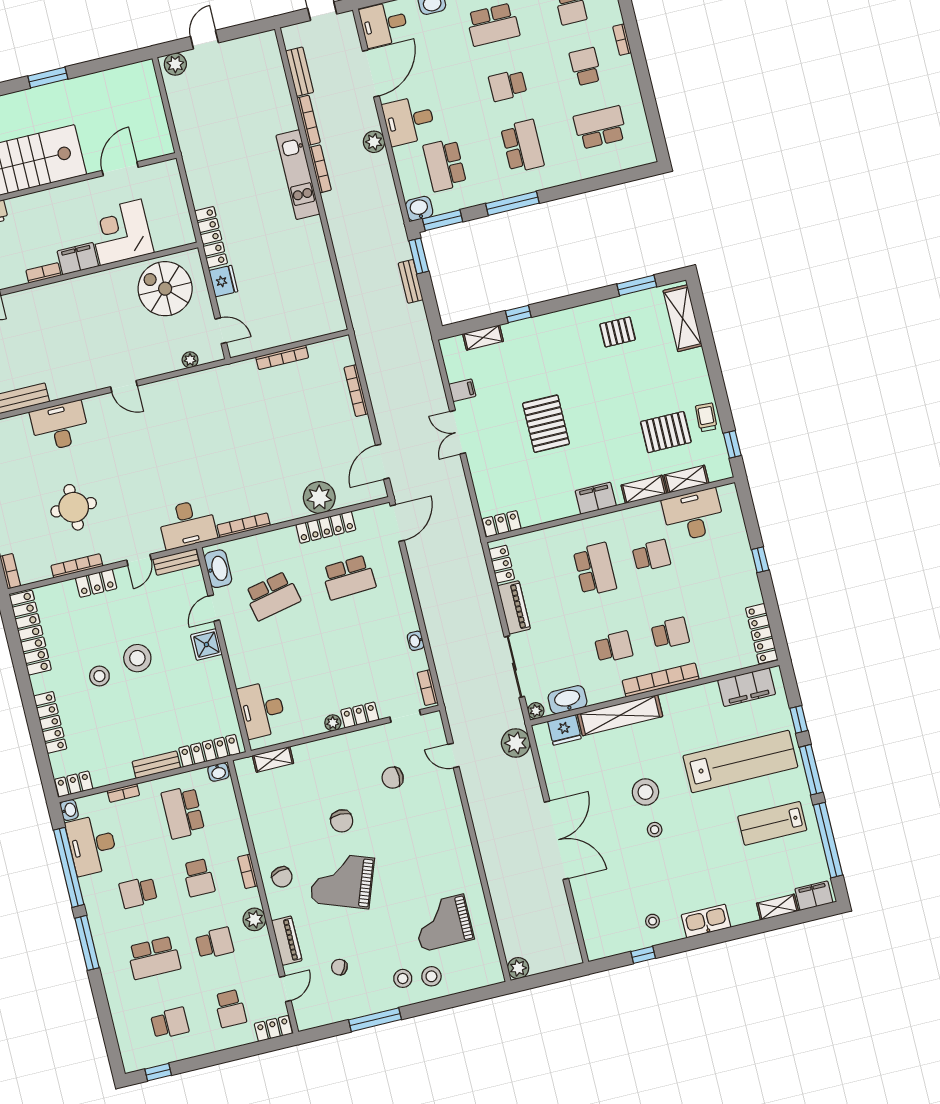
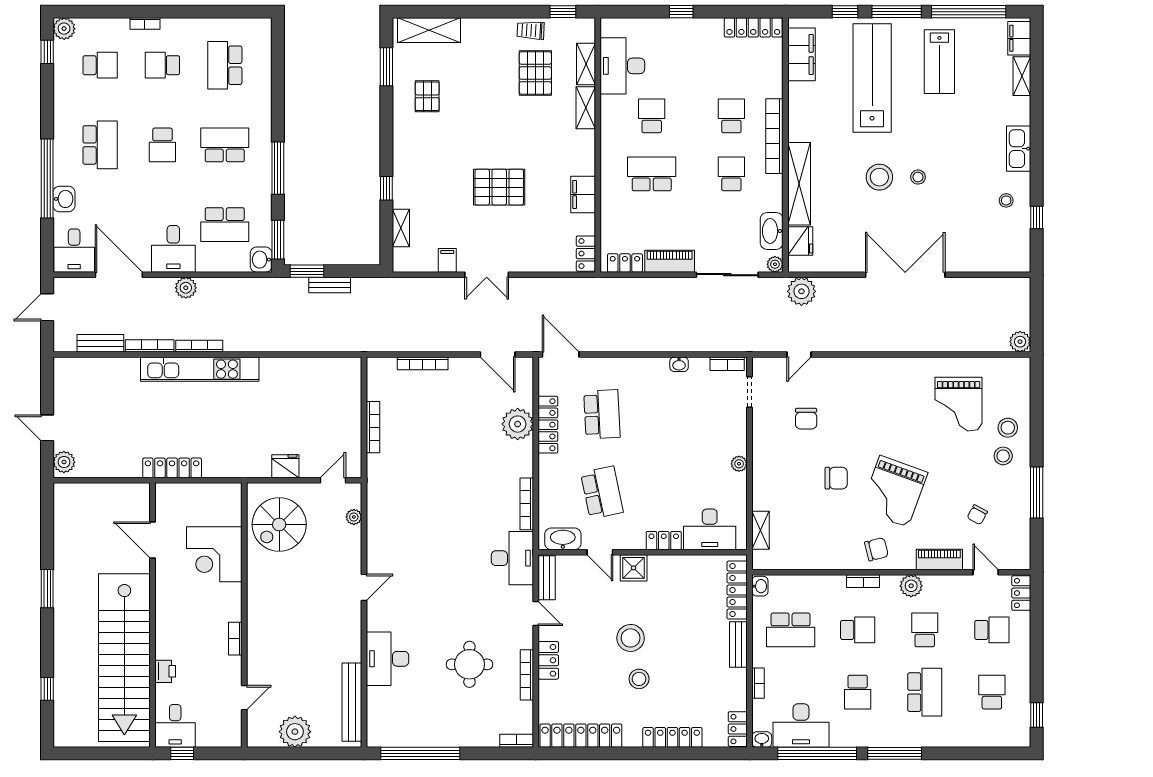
kitchen unit: (298, 175) -> (200, 369), width x1.36
locker: (211, 237) -> (172, 468), moved
filing cabinet: (78, 259) -> (230, 602), removed
filing cabinet: (596, 498) -> (583, 194), moved
locker: (360, 715) -> (664, 541), moved, turned 90

